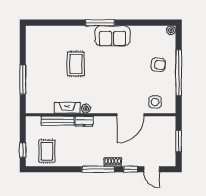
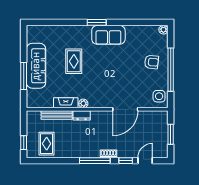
window: (100, 23) -> (97, 22), width x0.69
sofa: (36, 69) -> (36, 66), added
side table: (155, 102) -> (159, 96), moved
door: (152, 169) -> (145, 161), swing flipped

